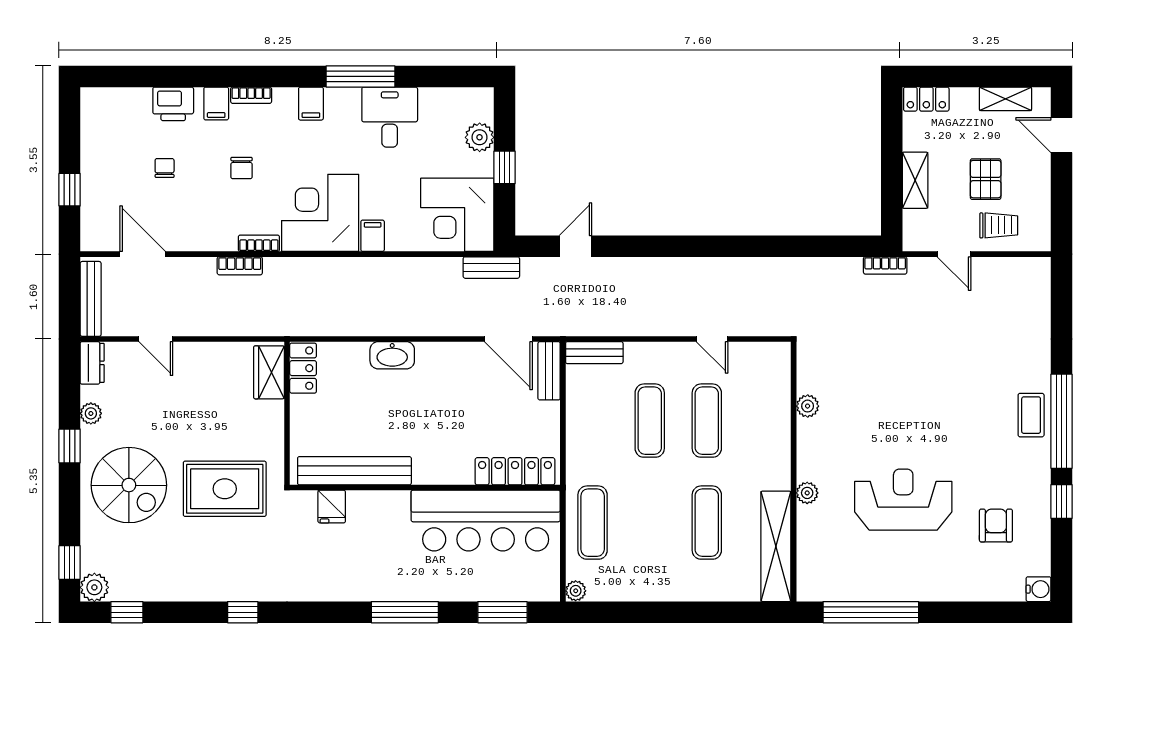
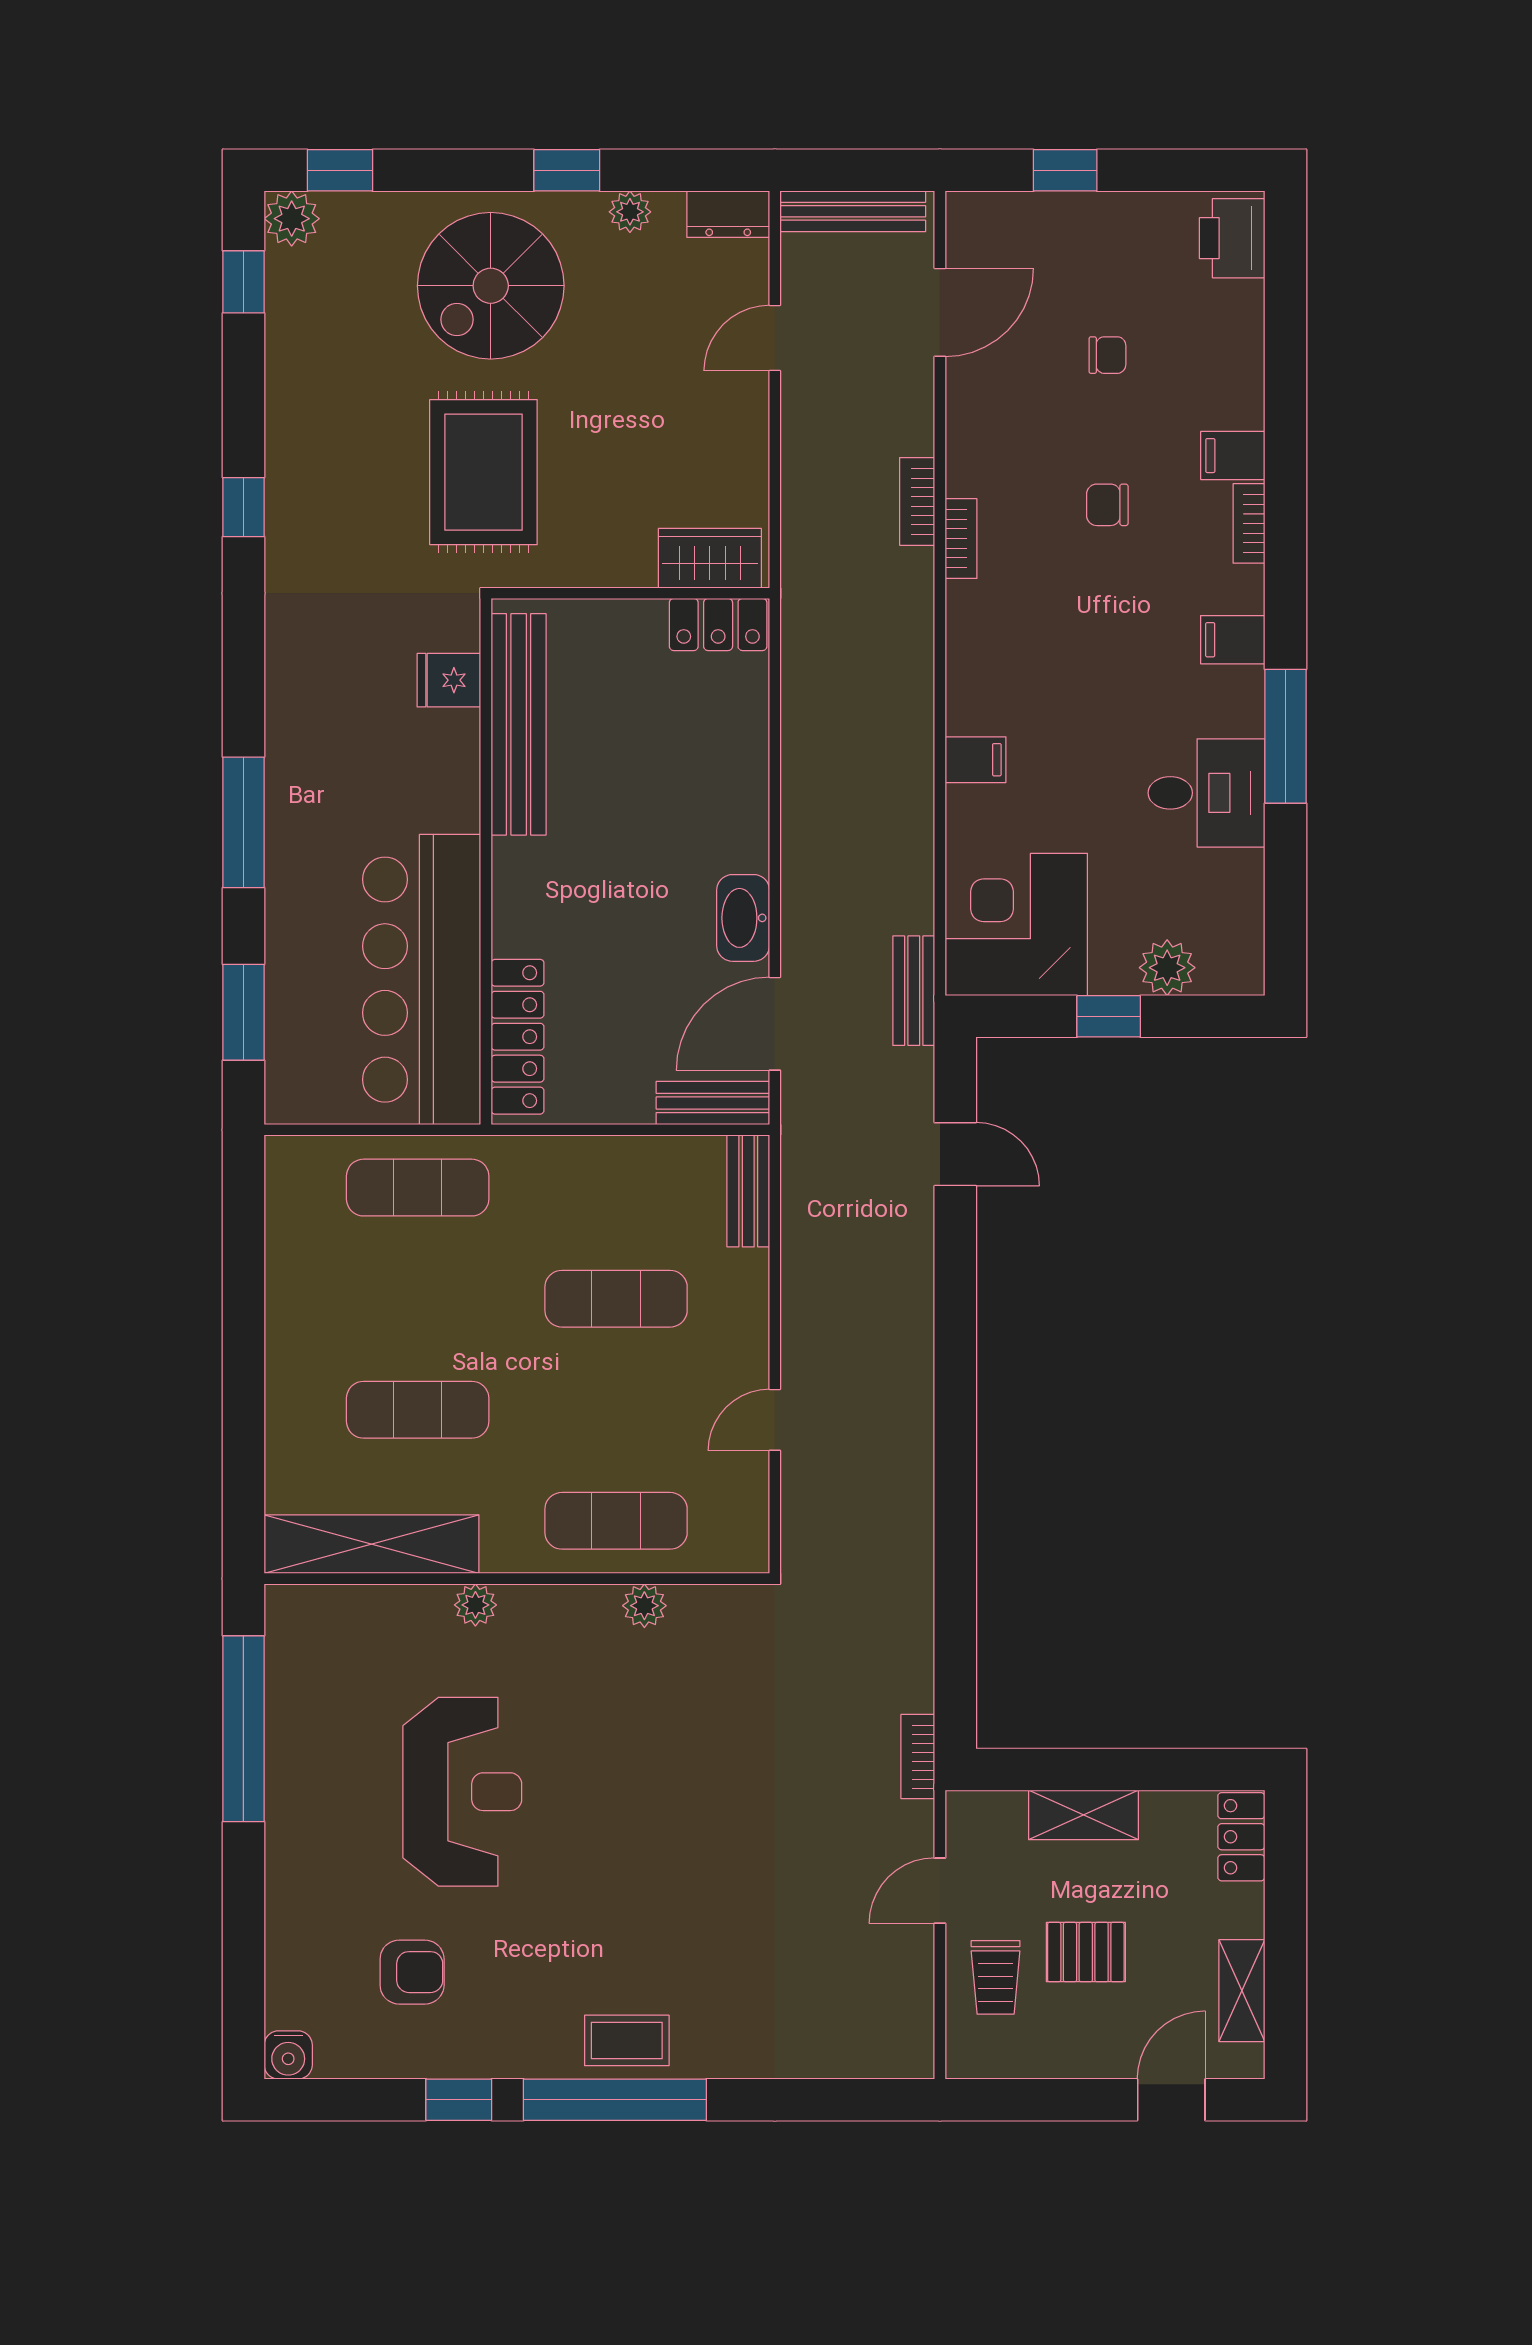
printer: (173, 104) -> (1232, 238), moved
corner desk: (320, 213) -> (1020, 658), removed
washbasin: (392, 355) -> (743, 918), moved
exercise mat: (707, 421) -> (616, 1521), moved
plant: (576, 591) -> (285, 1155), removed

